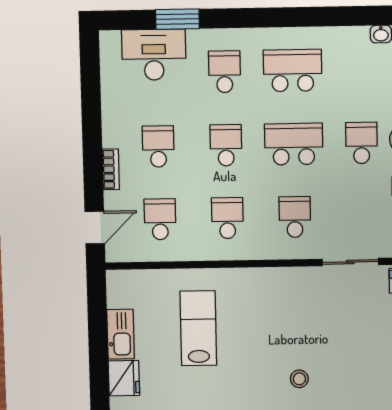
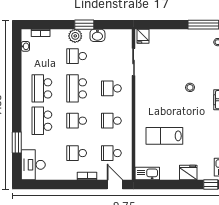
desk: (154, 55) -> (33, 165), moved
school desk: (224, 72) -> (42, 121), width x1.85
kitchen sink: (121, 334) -> (147, 174), moved

